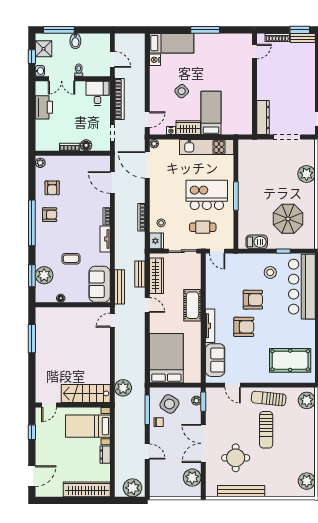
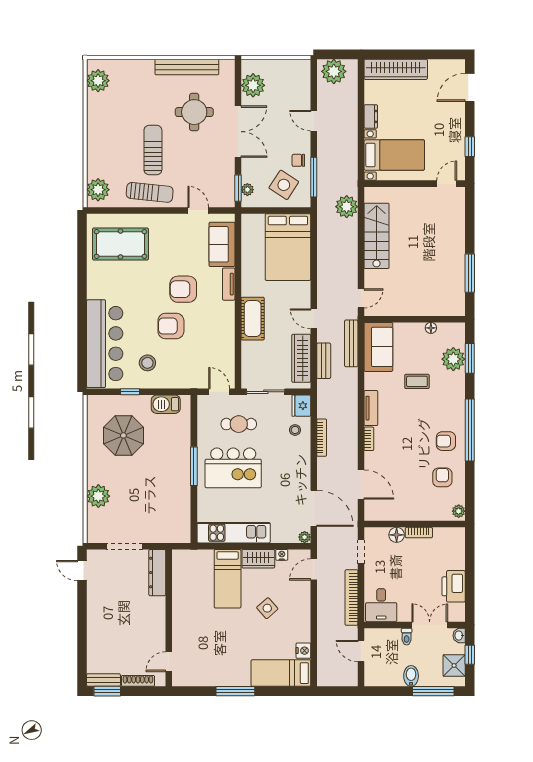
tv unit: (210, 326) -> (229, 284), width x0.71
stairs: (86, 393) -> (377, 236), moved, turned -90

